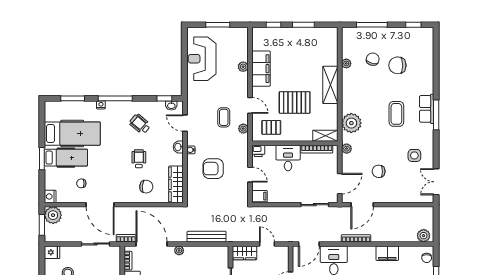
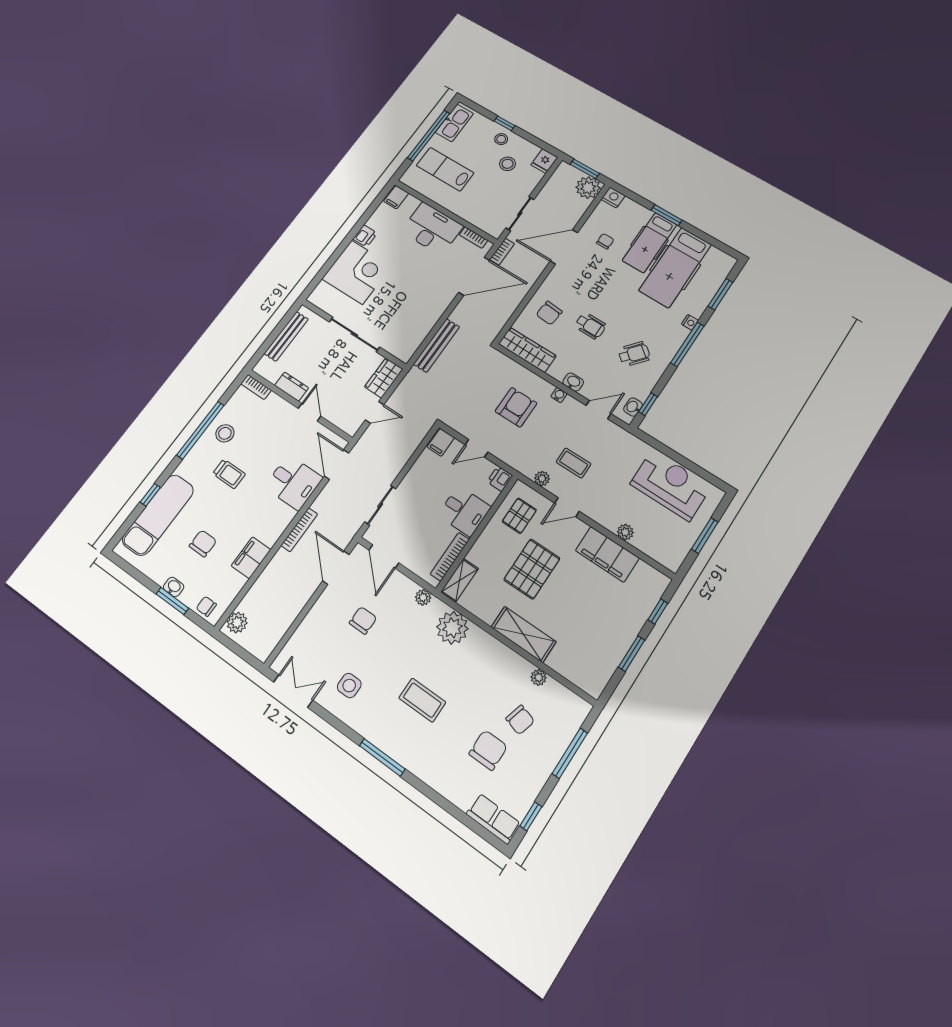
row of seats: (427, 109) -> (493, 819), moved
plant: (179, 250) -> (443, 303), removed

